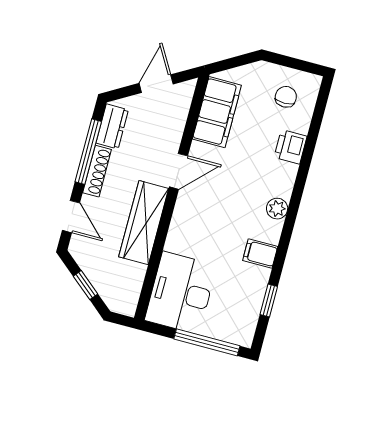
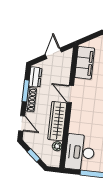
window: (88, 152) -> (26, 91), width x0.69
door: (178, 171) -> (70, 94), swing flipped
plant: (136, 274) -> (57, 146), added

